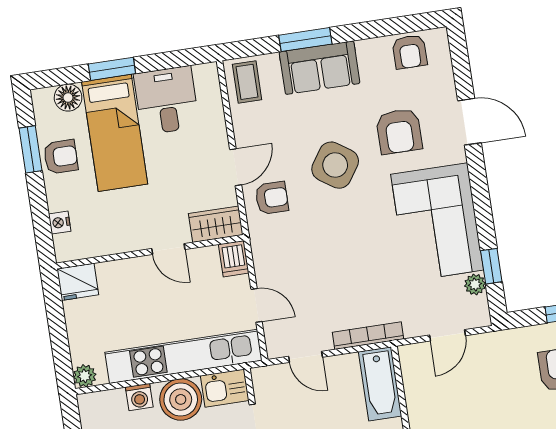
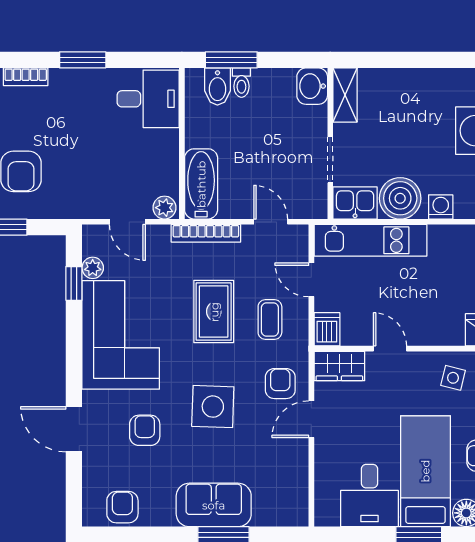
coffee table: (247, 82) -> (270, 319), moved
armchair: (399, 131) -> (145, 430), width x0.72, depth x0.72
side table: (335, 165) -> (213, 407), turned -32
armchair: (272, 198) -> (280, 384), turned 90
side table: (101, 229) -> (453, 378), added
rug: (349, 259) -> (214, 312), added
door: (447, 335) -> (127, 222), swing flipped
plant: (413, 355) -> (164, 208), added
kitchen unit: (184, 356) -> (370, 240), width x0.73

